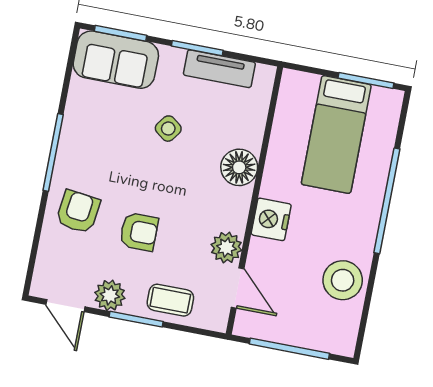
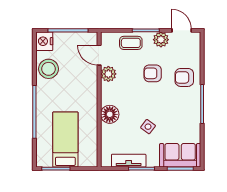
armchair: (78, 212) -> (184, 77), turned 83
nightstand: (271, 219) -> (44, 41), moved, turned 180

